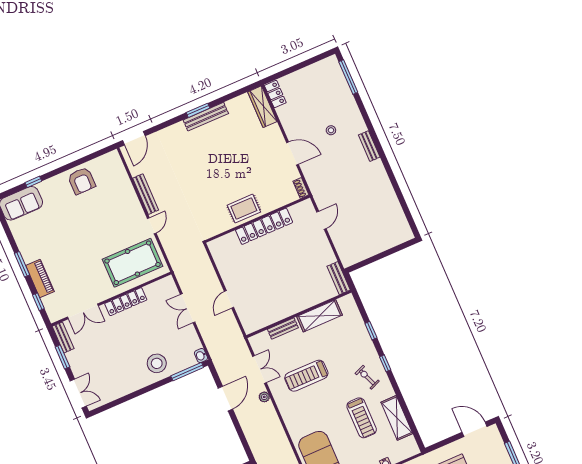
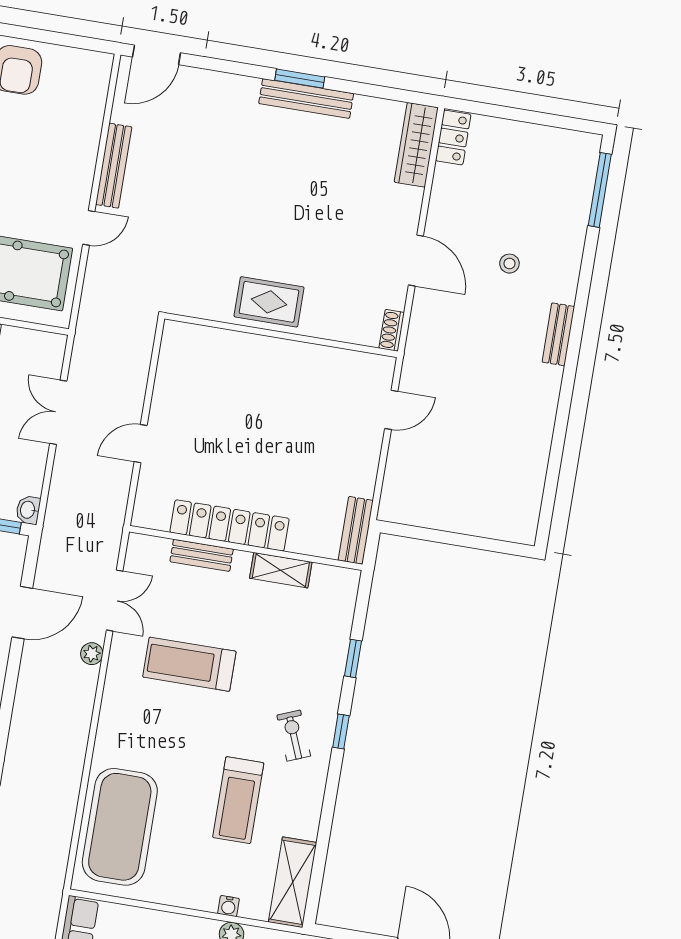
locker: (264, 226) -> (230, 525), moved, turned 180
shelving: (320, 316) -> (281, 570), width x0.67, depth x0.75
shelving: (397, 418) -> (293, 882), moved

